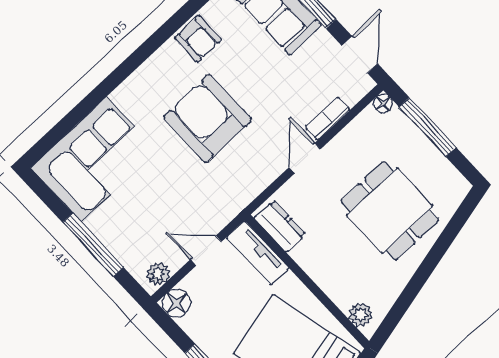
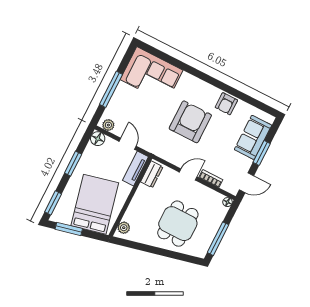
window: (428, 127) -> (218, 239), moved

